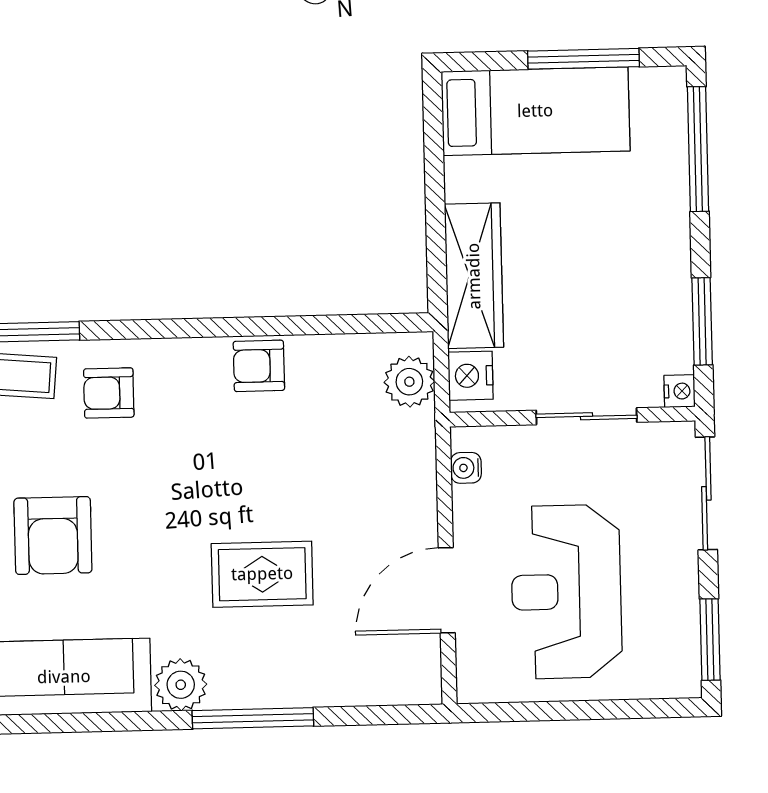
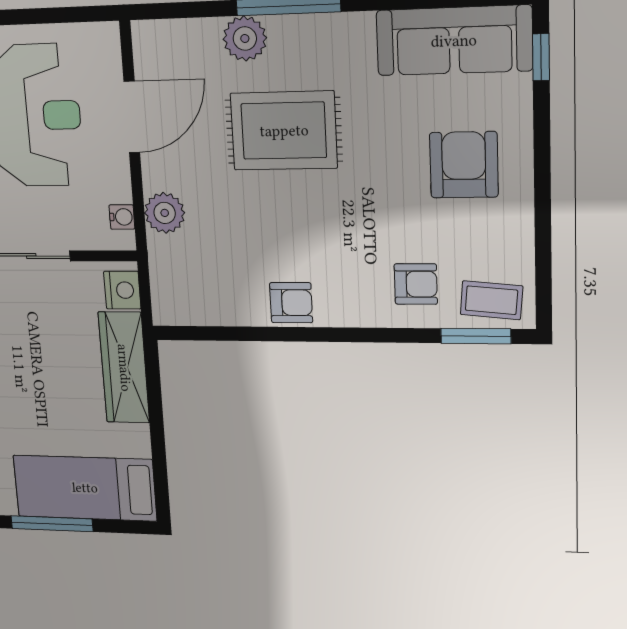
plant: (409, 382) -> (165, 213), moved
rug: (262, 574) -> (284, 131), width x1.36, depth x1.43
plant: (181, 685) -> (245, 38), moved

